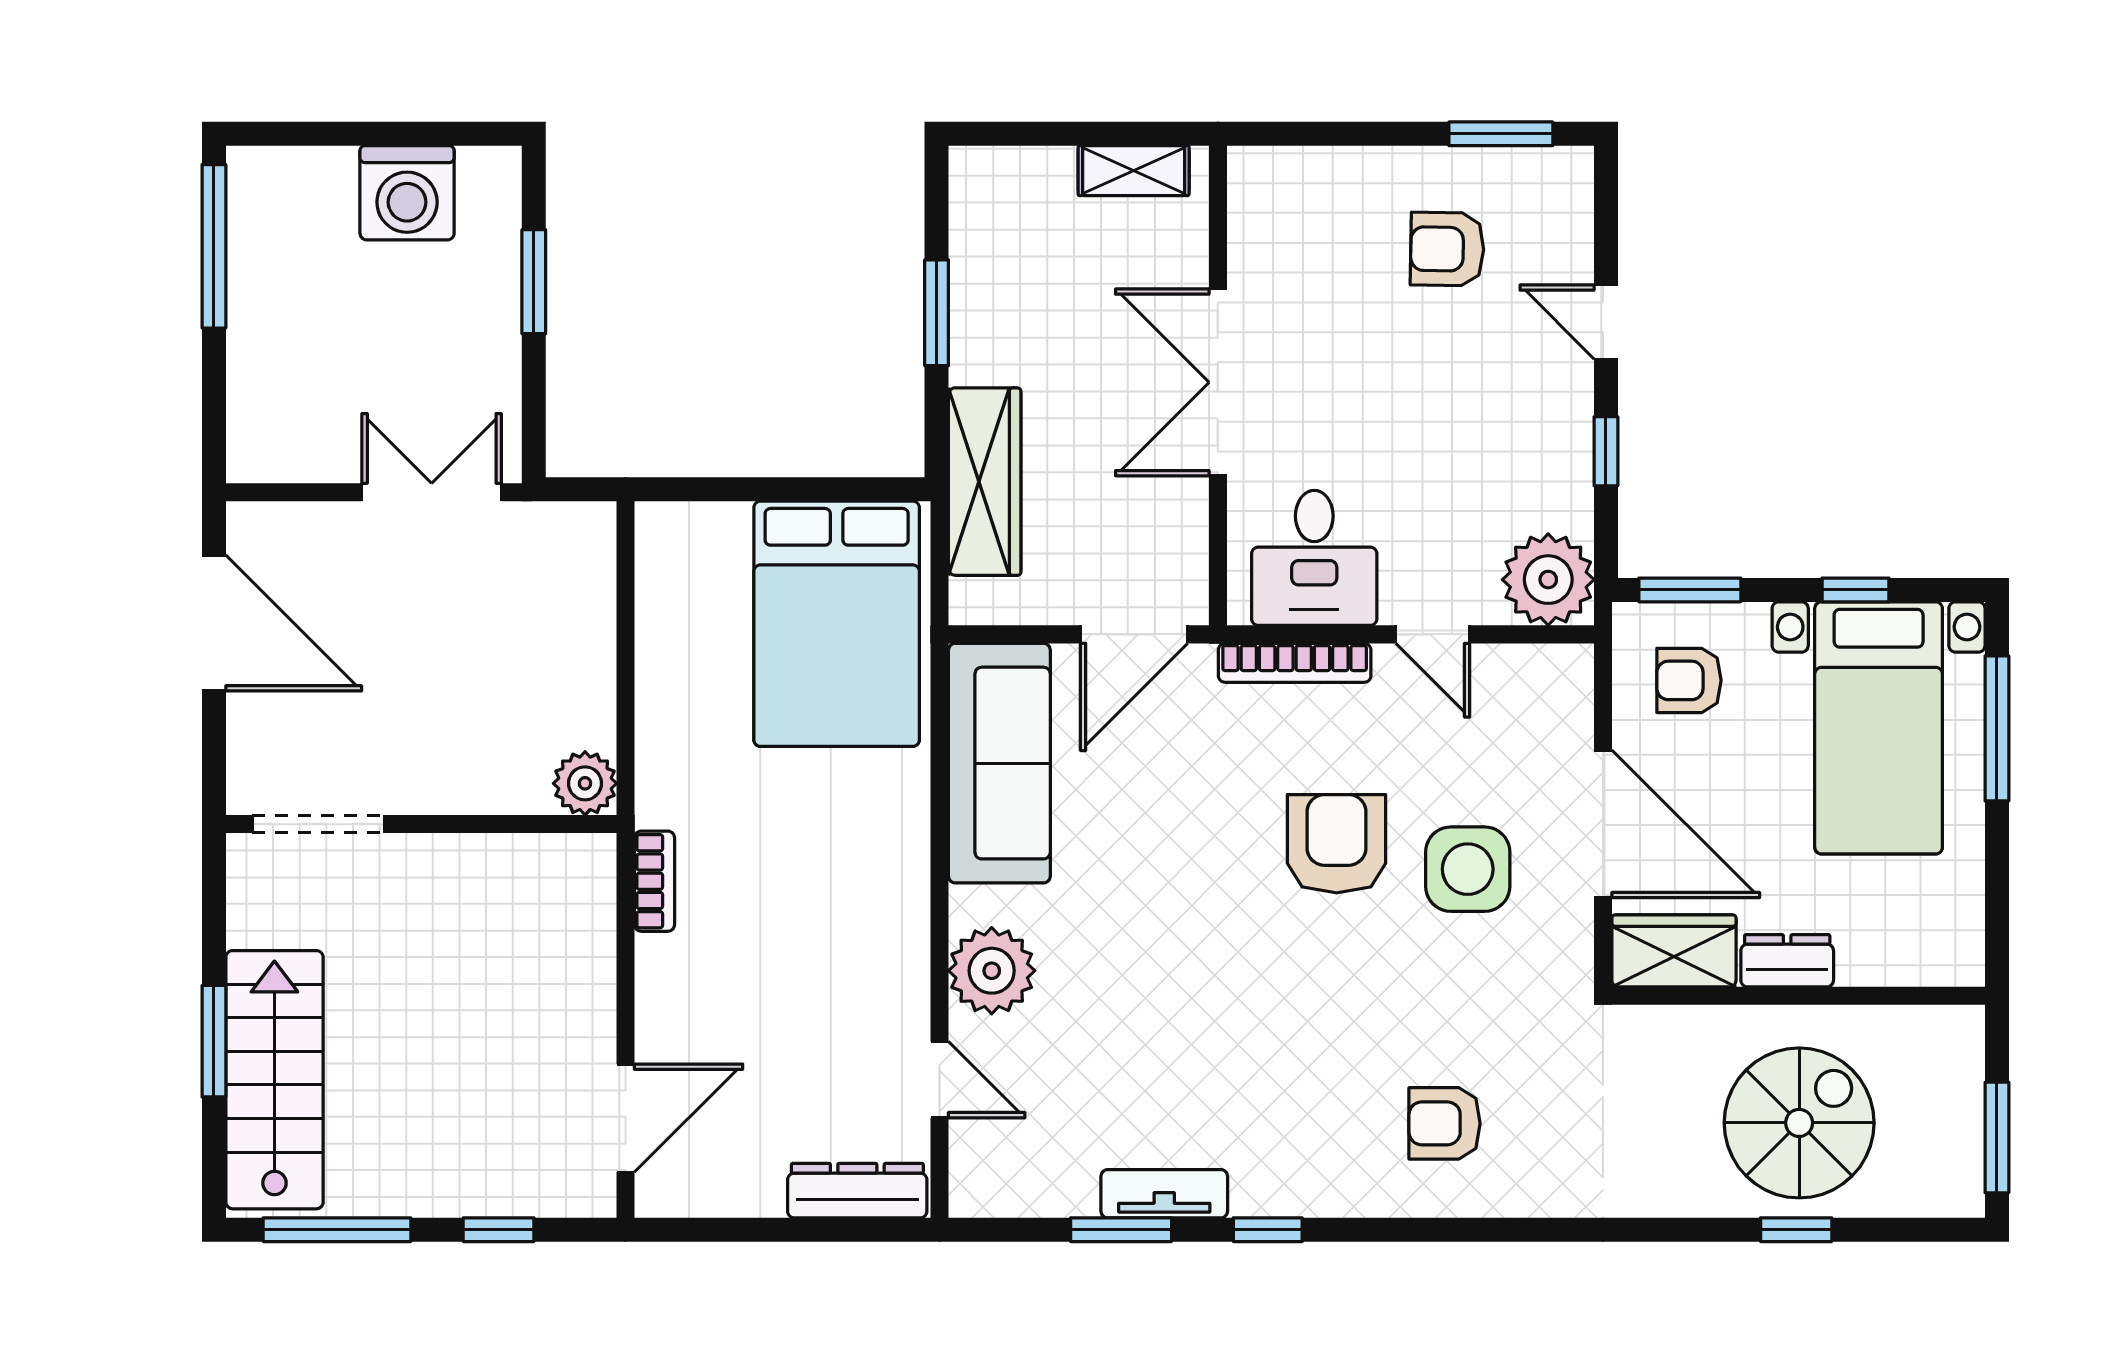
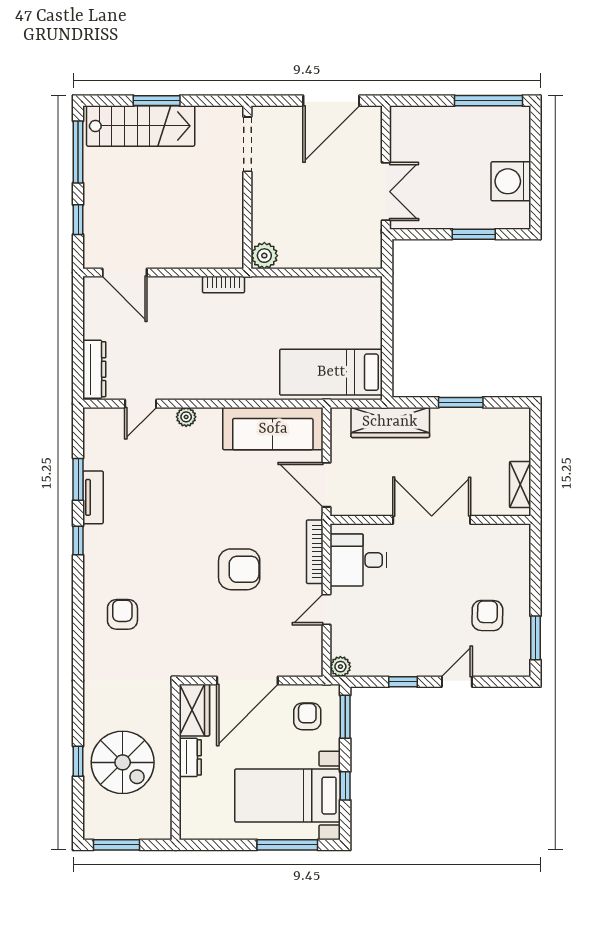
plant: (1548, 580) -> (340, 667), width x0.53, depth x0.53
bed: (837, 624) -> (331, 372), width x0.67
side table: (1468, 869) -> (229, 624), removed
plant: (992, 971) -> (186, 417), width x0.53, depth x0.53

